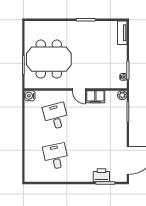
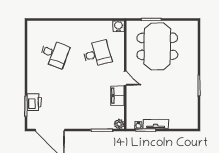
tv unit: (122, 33) -> (156, 124), moved
door: (79, 89) -> (125, 78), swing flipped
desk: (56, 156) -> (54, 54), turned 33

